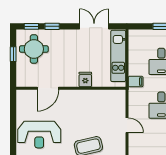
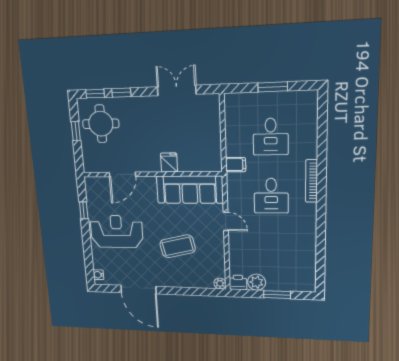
kitchen unit: (118, 56) -> (211, 130), removed
sofa: (100, 100) -> (190, 190), added
window: (13, 117) -> (84, 210), added
reception desk: (39, 135) -> (116, 231), turned 180

